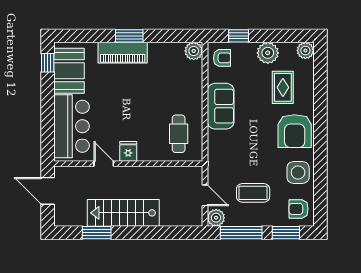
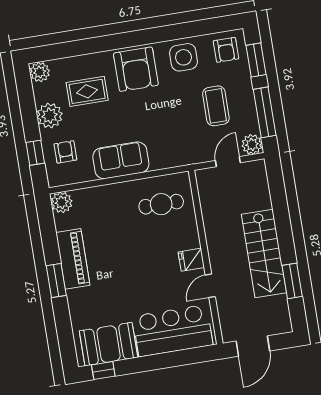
piano: (123, 53) -> (73, 259), moved
armchair: (222, 58) -> (65, 152), moved
armchair: (295, 131) -> (136, 69), turned 90

